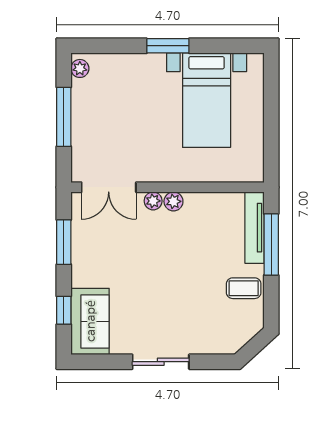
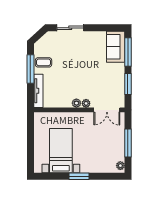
double door: (109, 187) -> (107, 110), swing flipped
window: (271, 245) -> (30, 69), moved
window: (64, 310) -> (128, 52), width x2.17
sliding door: (161, 362) -> (70, 28), moved

